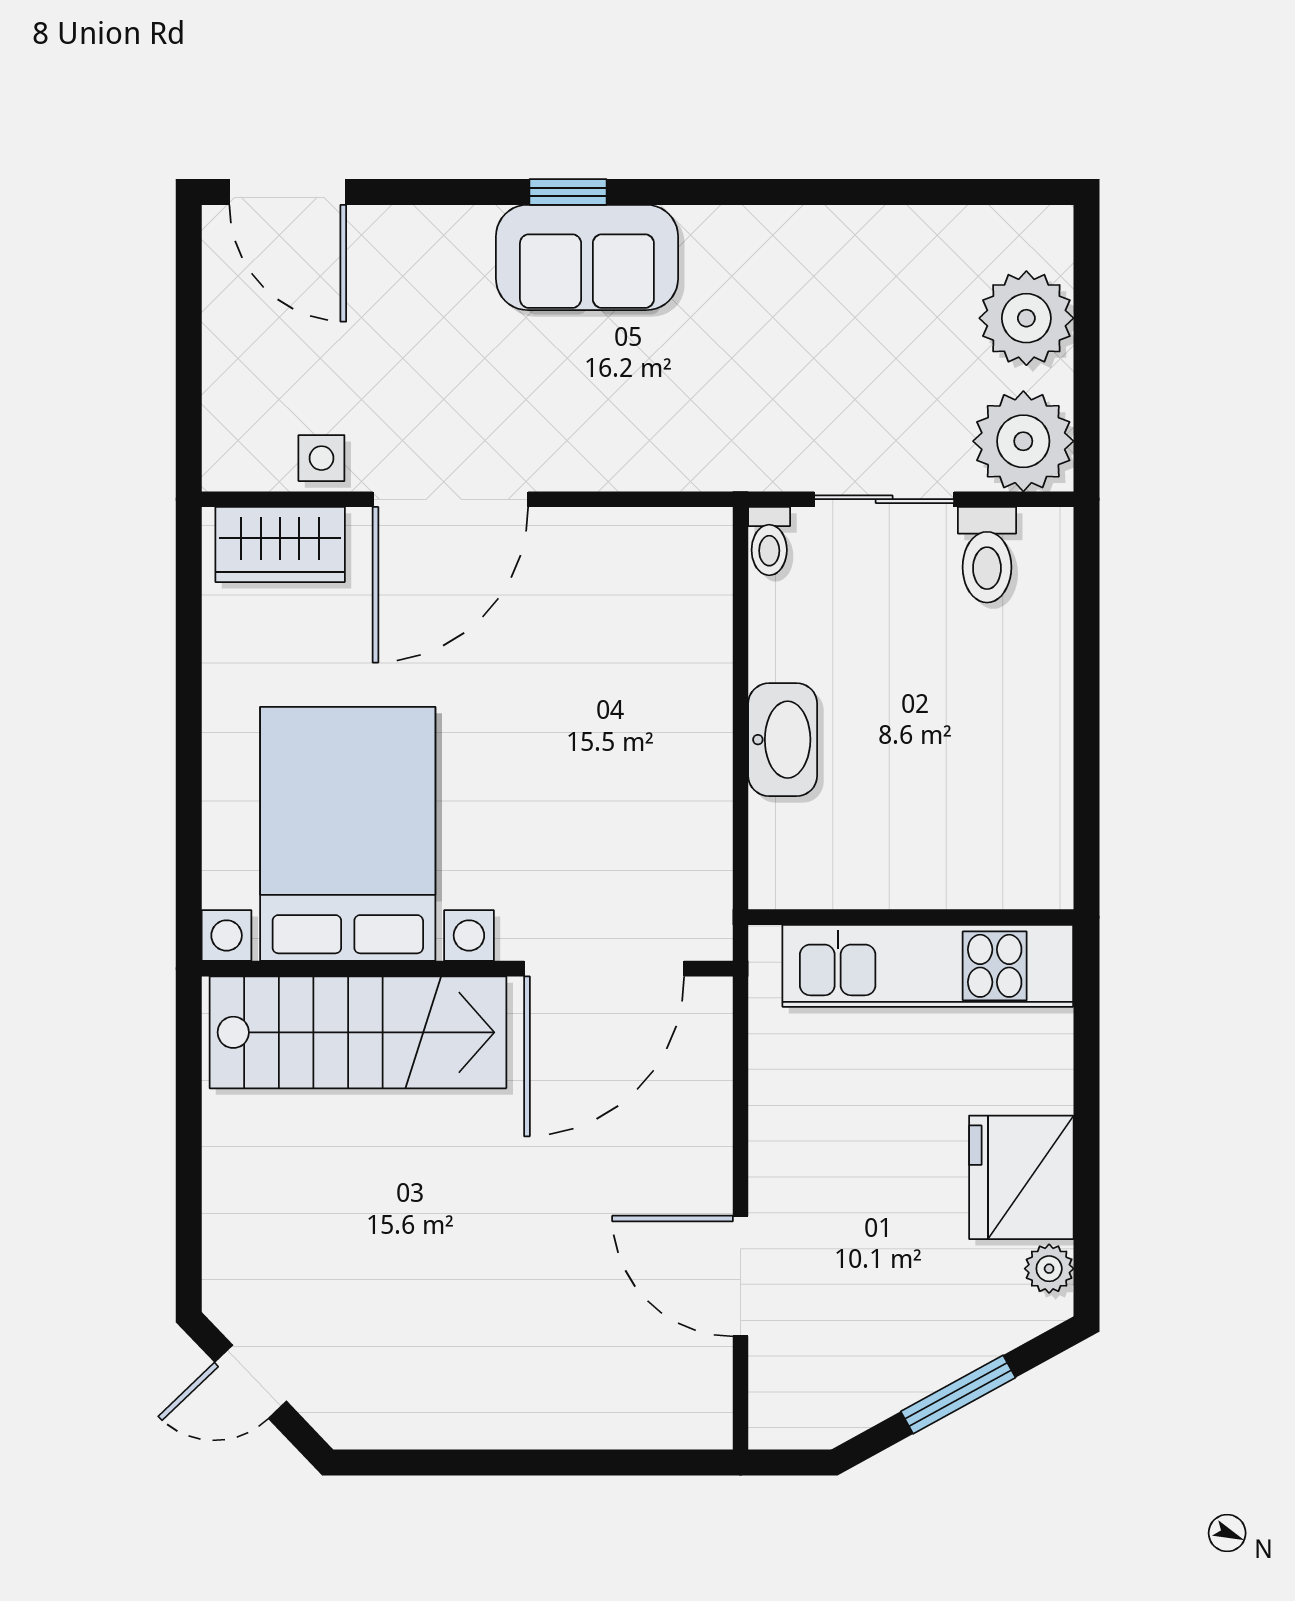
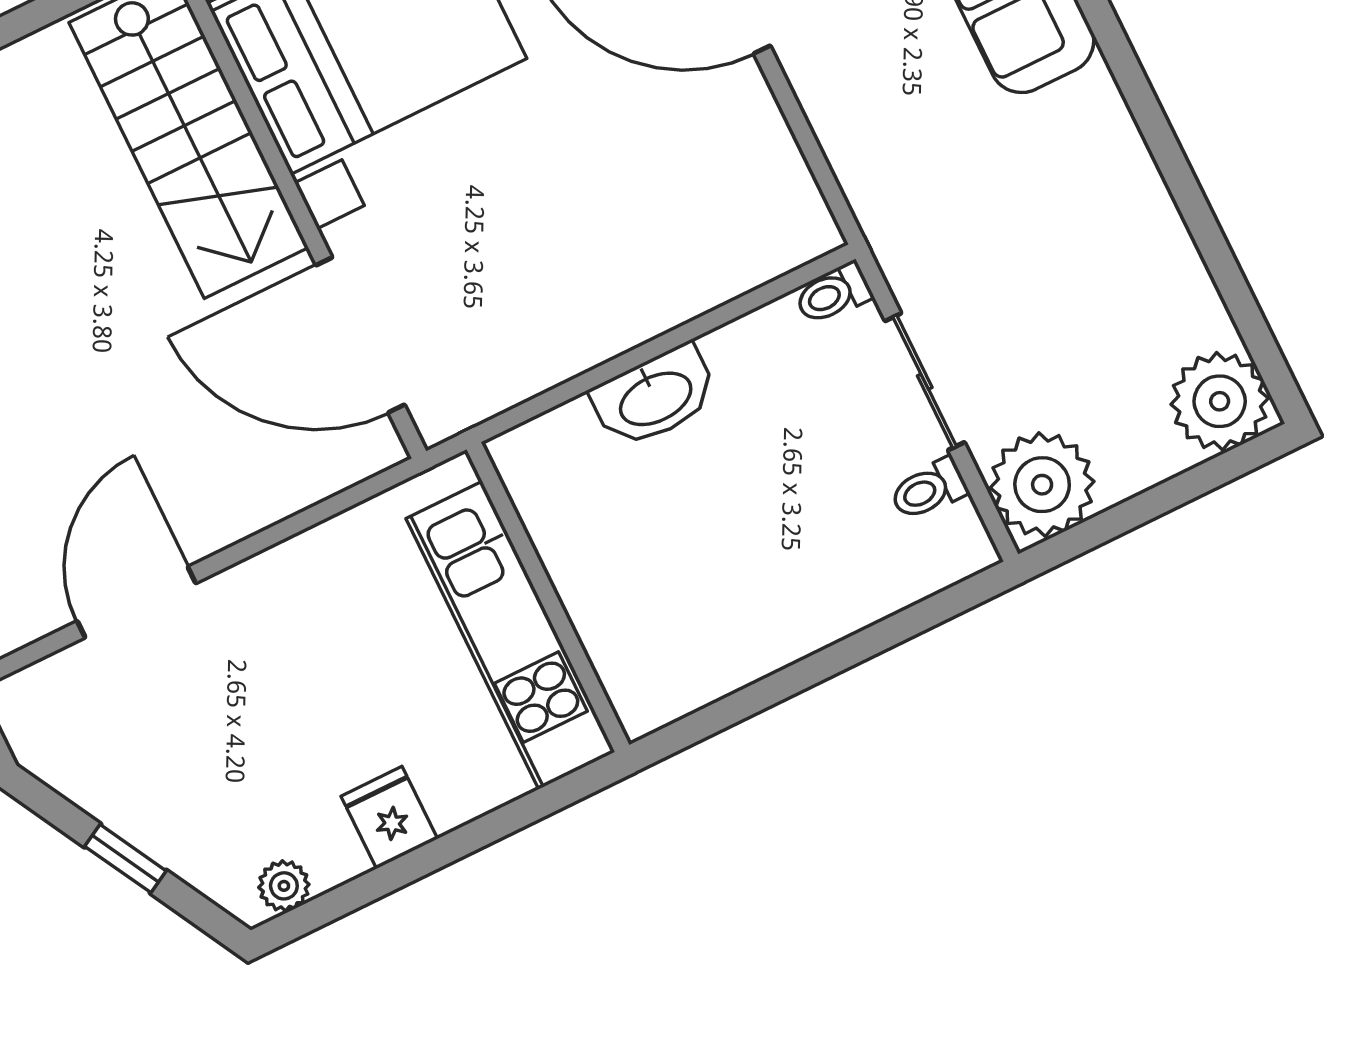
plant: (1026, 318) -> (1220, 401), moved
toilet: (987, 555) -> (929, 489), width x0.73, depth x0.72
fridge: (1021, 1177) -> (389, 817), width x0.53, depth x0.75
window: (958, 1394) -> (125, 859), width x0.67

